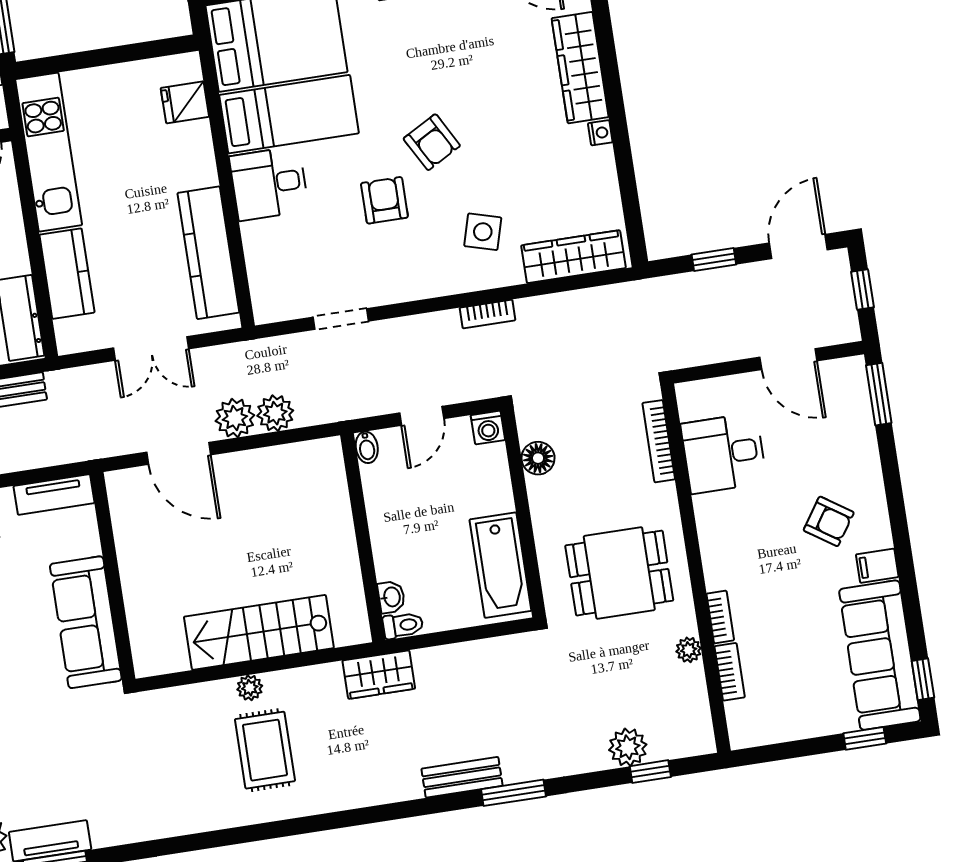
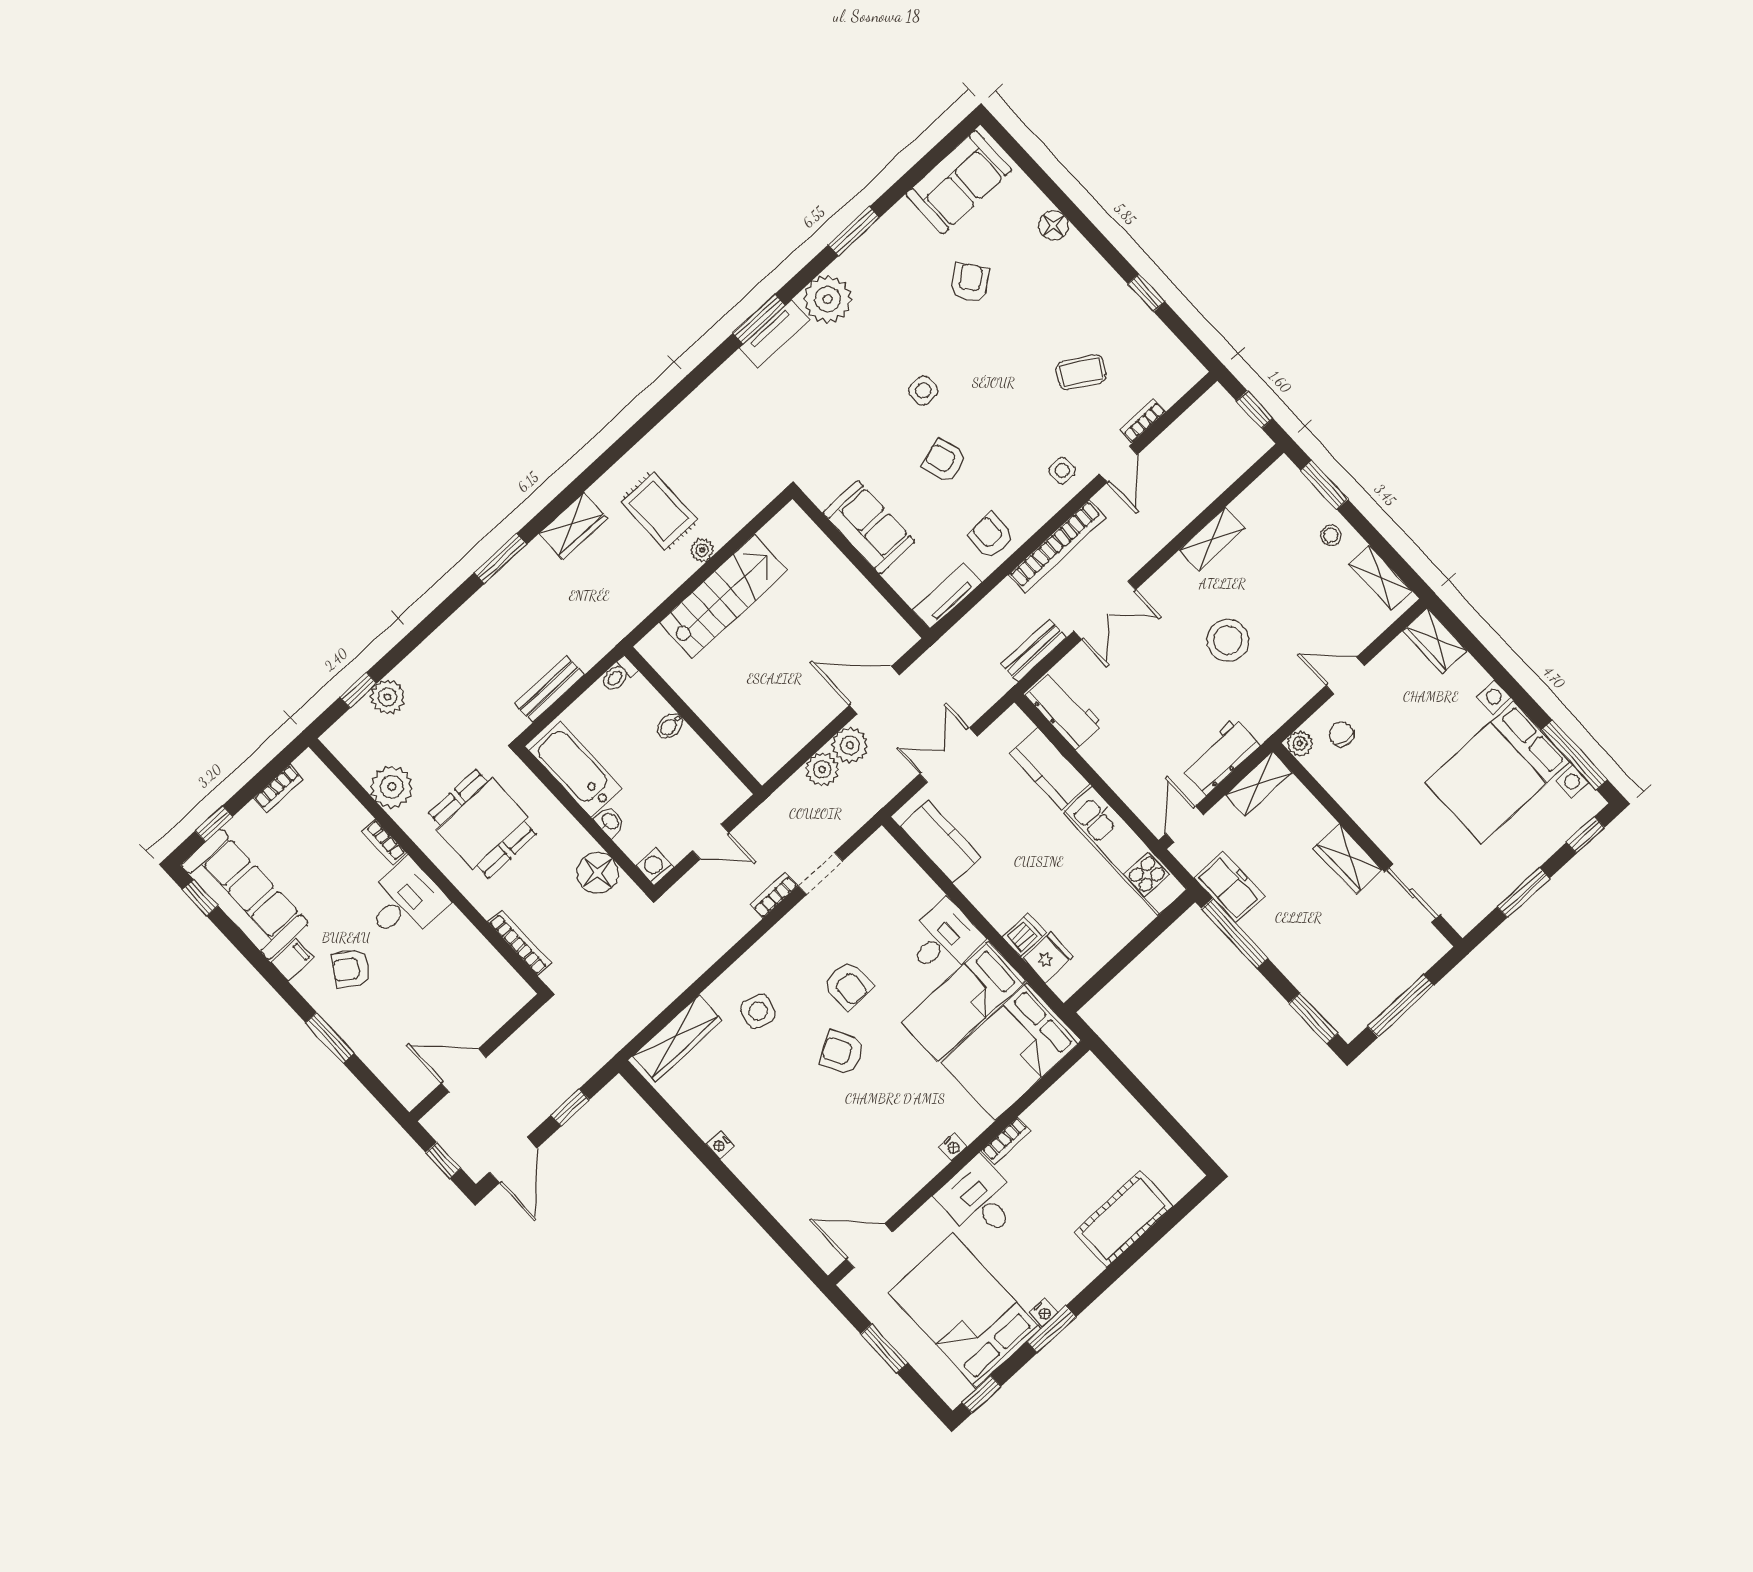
wardrobe: (580, 68) -> (768, 1184), removed
dishwasher: (193, 137) -> (1024, 935), added
kitchen counter: (208, 253) -> (941, 842), width x0.67
bookcase: (487, 314) -> (774, 895), moved
window: (879, 394) -> (330, 1038), moved
door: (422, 416) -> (711, 842), swing flipped
bidet: (367, 447) -> (670, 726), moved, turned -90
desk: (724, 453) -> (405, 902), moved
floor lamp: (538, 458) -> (598, 873), width x1.38, depth x1.38
dining table: (619, 573) -> (482, 824), turned 90
washbasin: (391, 597) -> (610, 822), moved, turned 180
sofa: (86, 622) -> (869, 527), width x0.73
plant: (689, 650) -> (392, 787), width x1.88, depth x1.88
bookcase: (730, 672) -> (278, 788), moved, turned -90
wardrobe: (379, 675) -> (573, 526), moved, turned 180
bench: (462, 777) -> (549, 689), moved
window: (514, 793) -> (500, 558), moved

